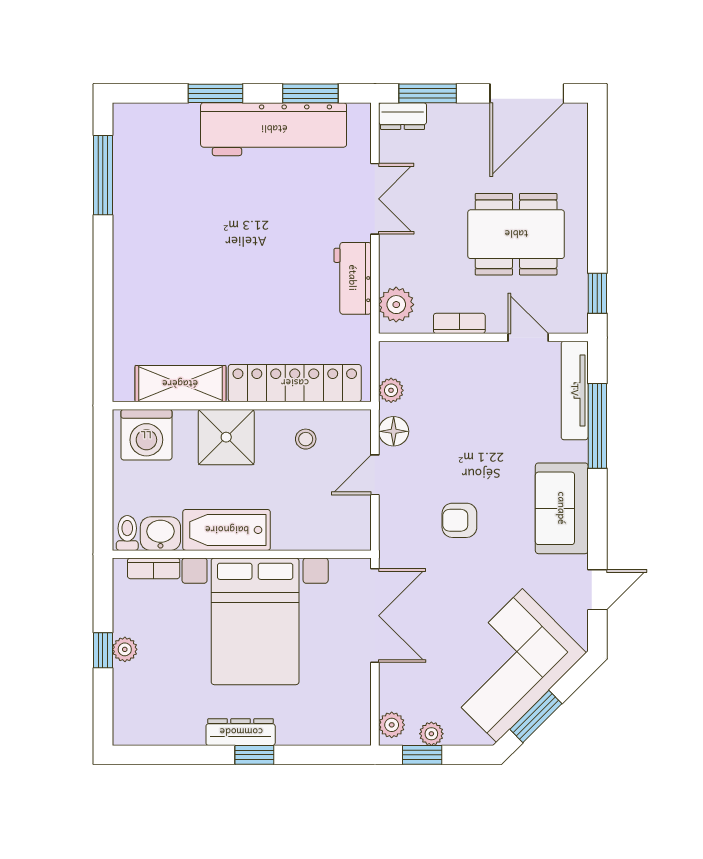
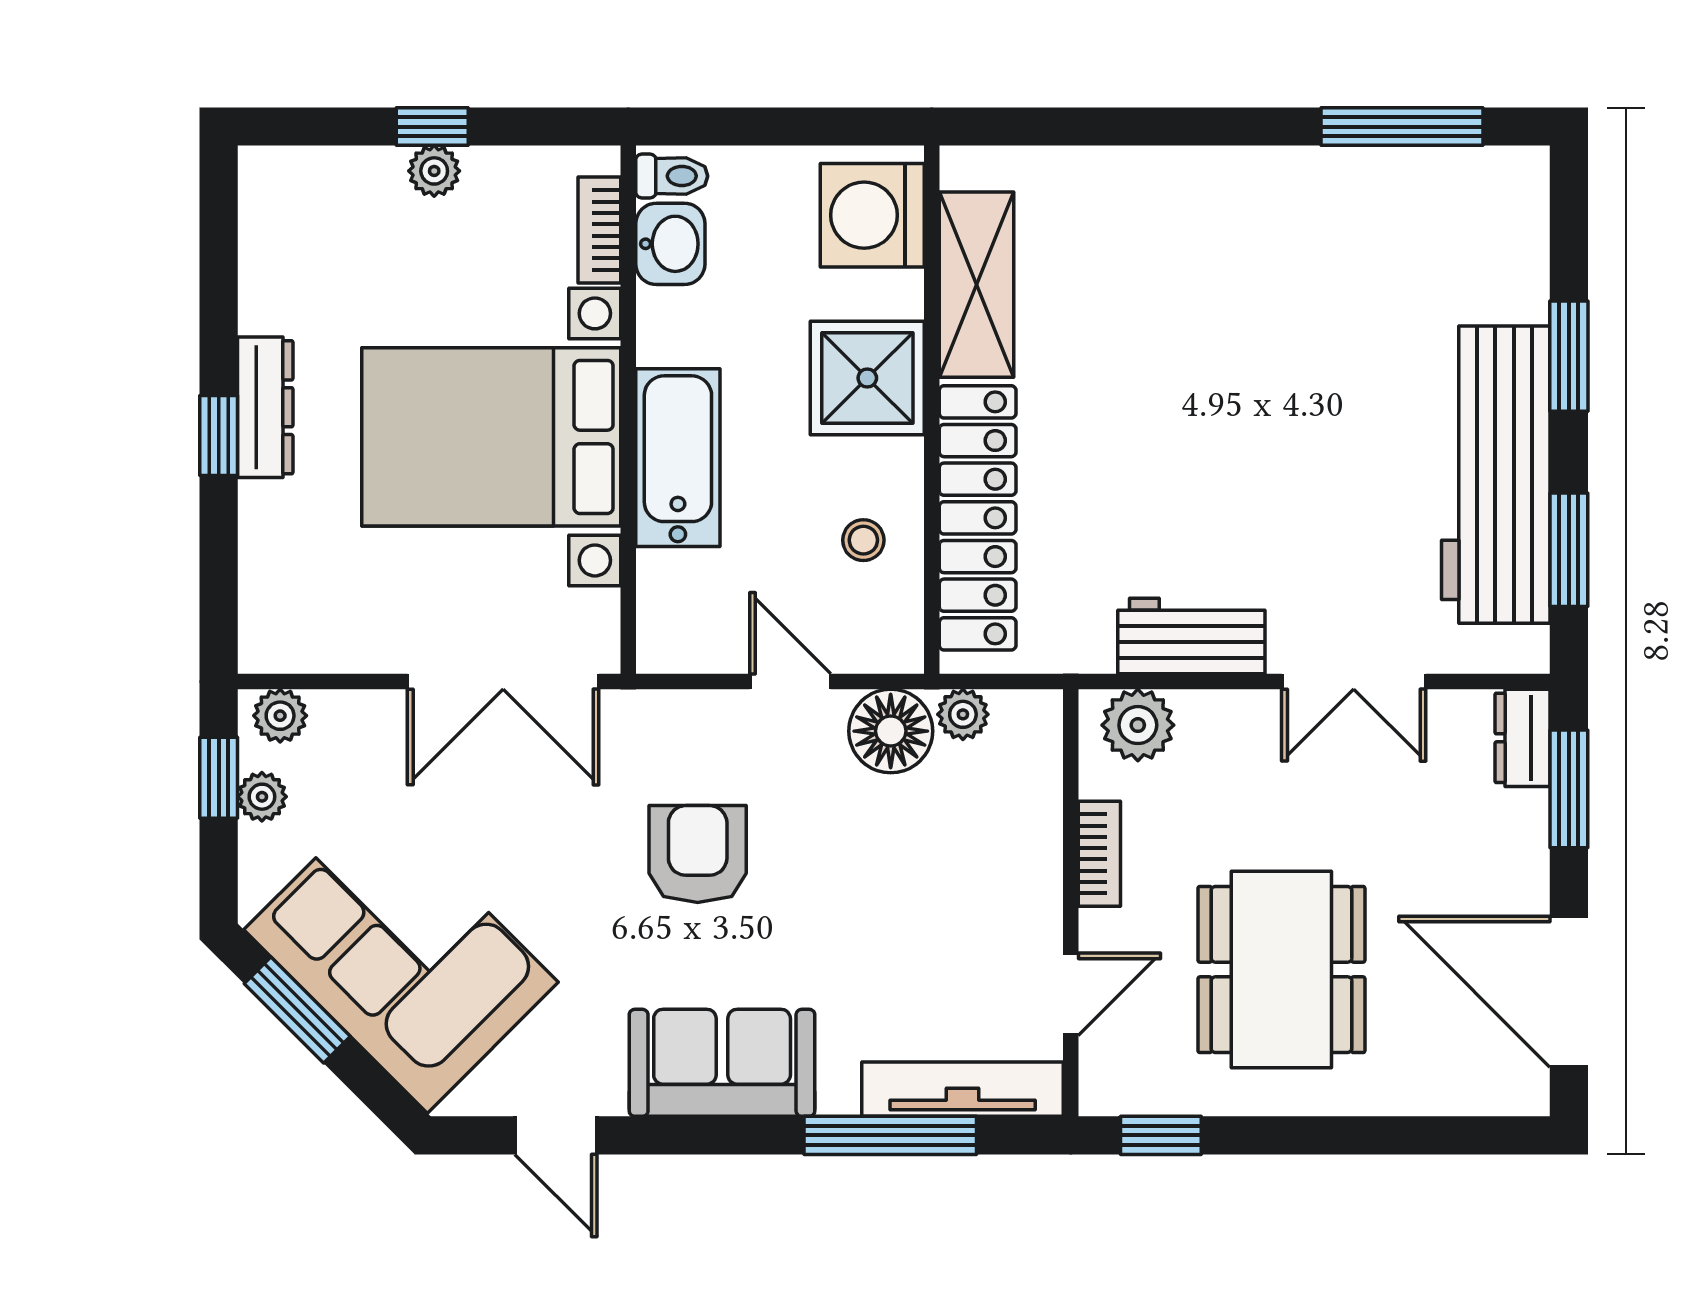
floor lamp: (394, 431) -> (891, 731), width x1.38, depth x1.38
armchair: (459, 520) -> (698, 854), width x1.38, depth x1.38
bathtub: (227, 530) -> (678, 458), moved

